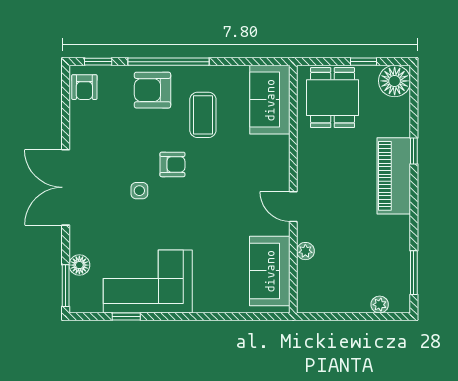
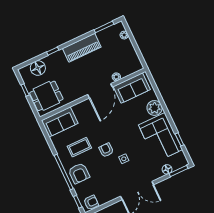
floor lamp: (395, 81) -> (38, 68), moved
piano: (394, 176) -> (82, 48), moved
door: (293, 207) -> (100, 91), width x1.88
plant: (210, 297) -> (155, 108), added

